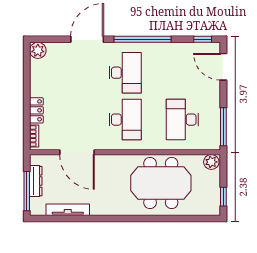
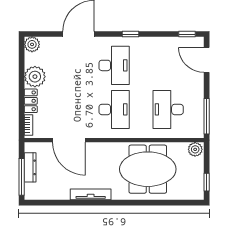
window: (143, 39) -> (131, 34), width x0.32
plant: (41, 85) -> (35, 77), added
tv unit: (68, 210) -> (91, 194), moved

